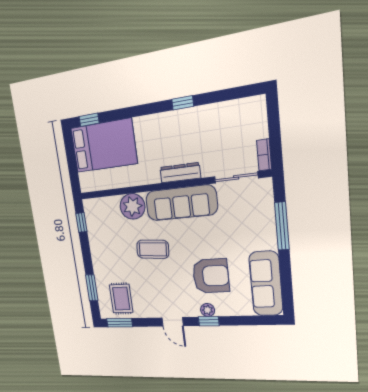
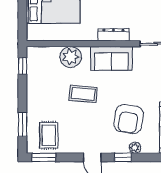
sofa: (181, 203) -> (111, 58), width x0.73
armchair: (211, 276) -> (129, 119), turned 99
plant: (208, 310) -> (135, 148), moved

